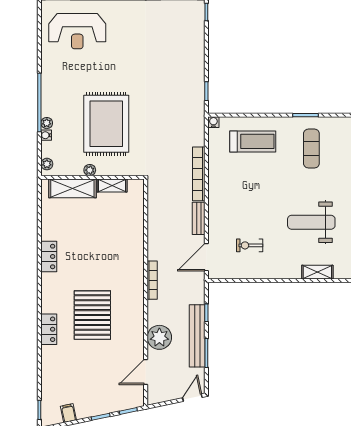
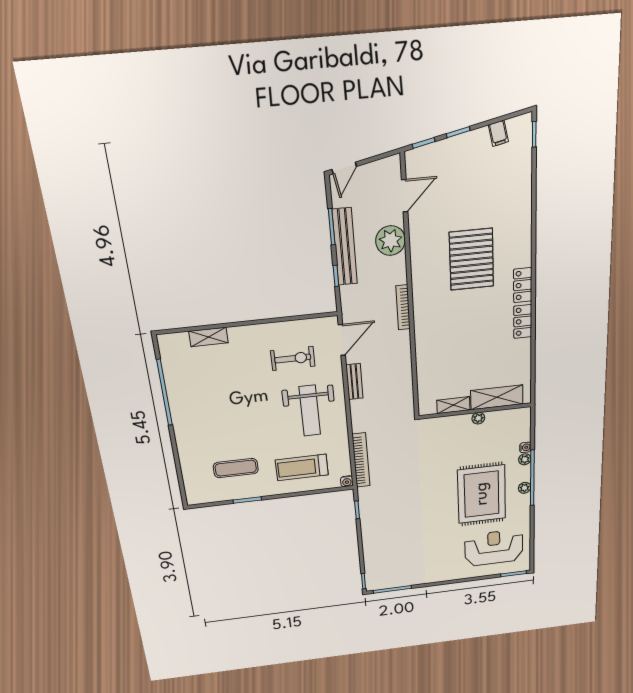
rug: (106, 124) -> (482, 494), moved
exercise mat: (311, 149) -> (236, 468), turned 90
plant: (47, 164) -> (525, 488), moved
bookcase: (199, 174) -> (361, 460), moved
weight bench: (311, 222) -> (310, 411), moved, turned 90
exercise bike: (250, 245) -> (293, 358), width x1.38, depth x1.39
locker: (49, 329) -> (523, 285), moved

